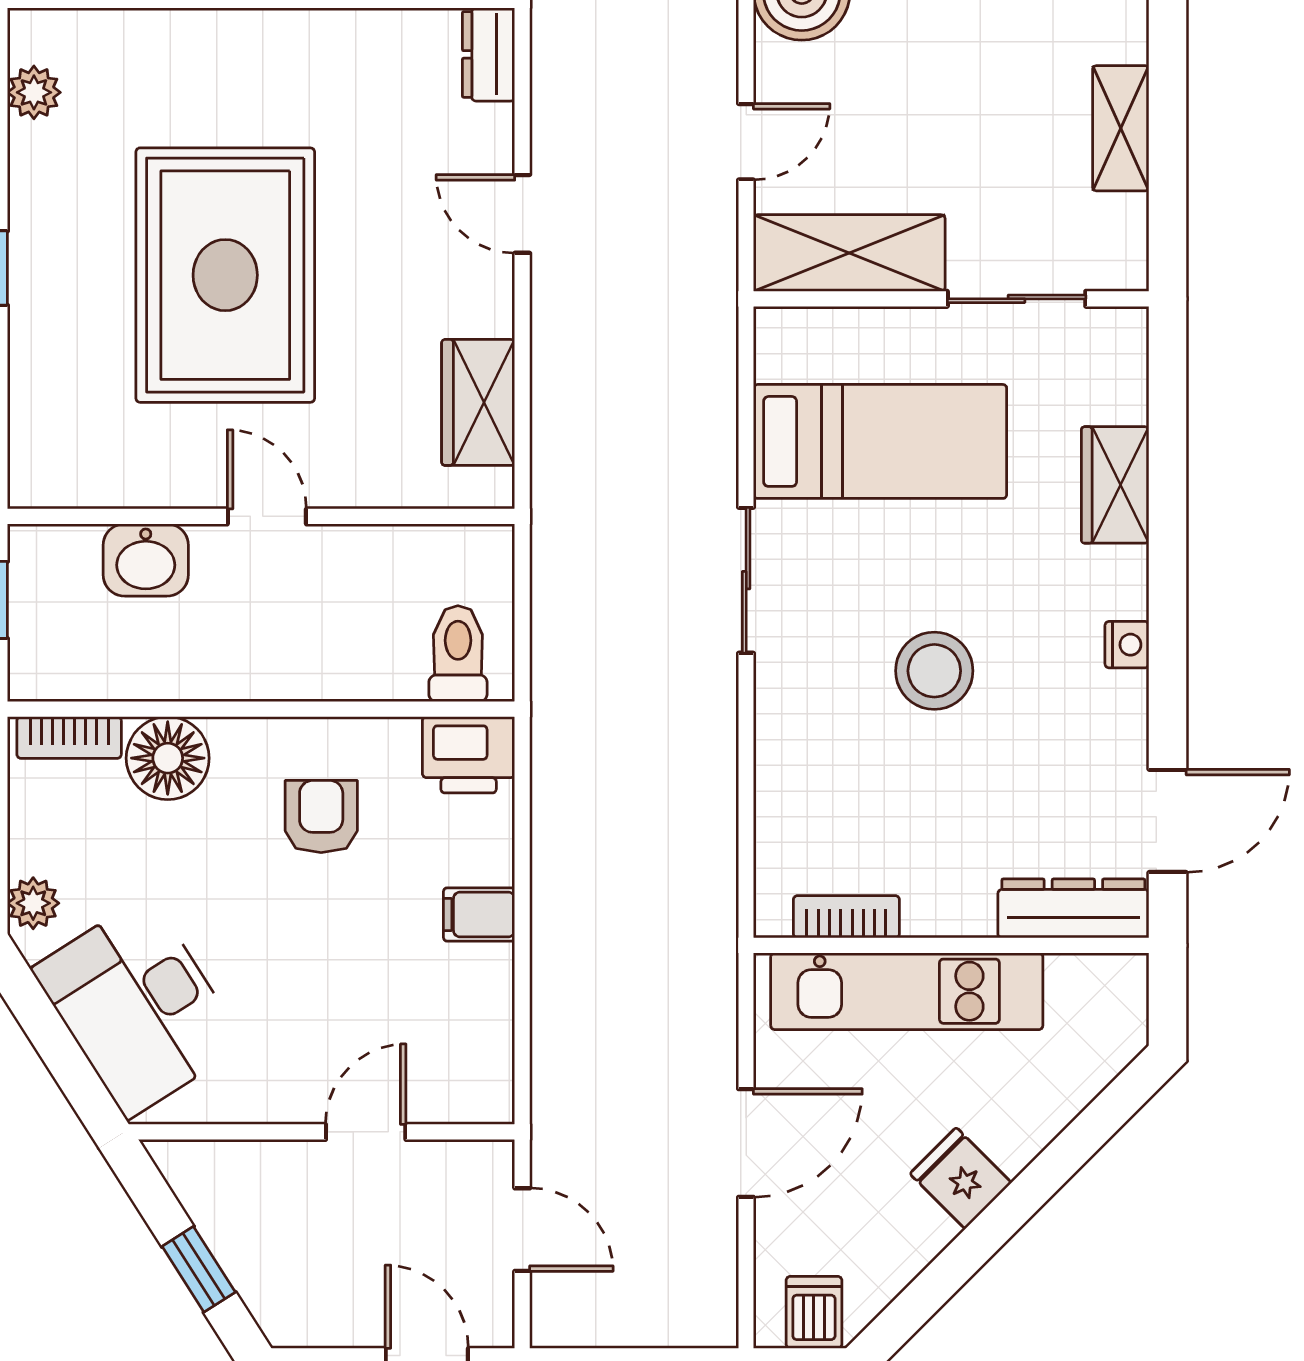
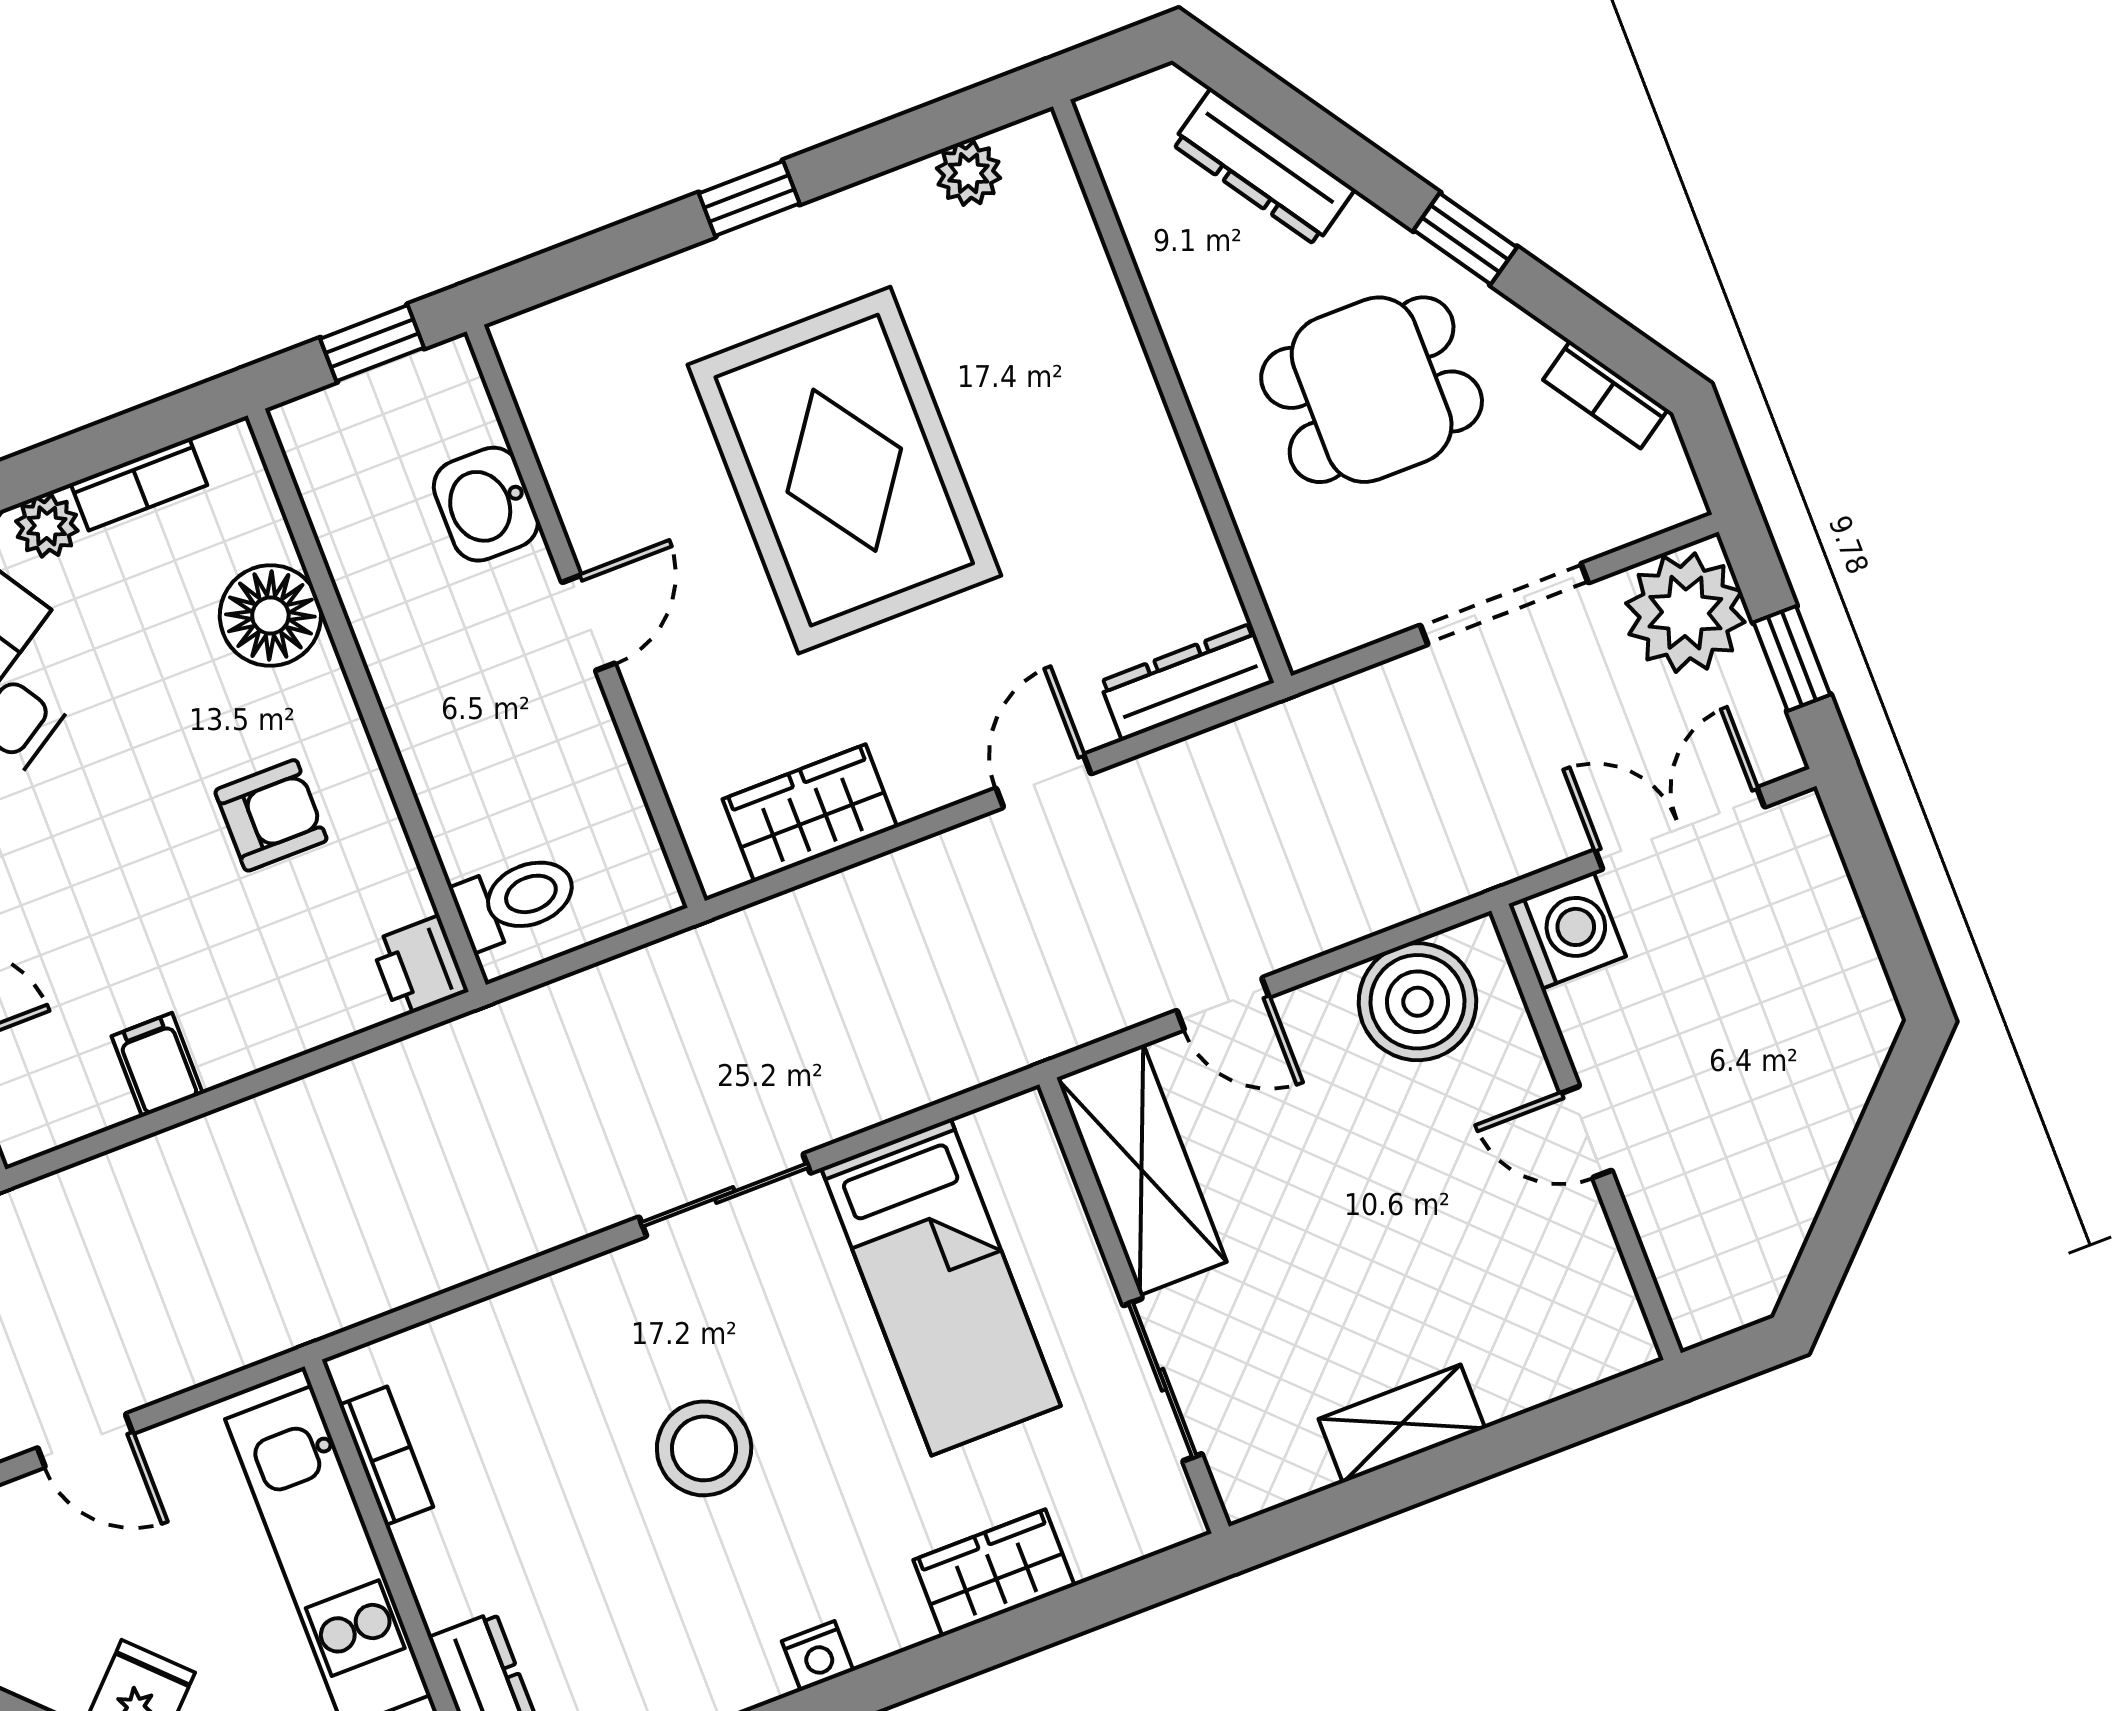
dresser: (489, 54) -> (1187, 682), width x1.44
rug: (225, 275) -> (844, 470), turned 90
bookcase: (69, 737) -> (139, 484), moved, turned -90
printer: (469, 755) -> (419, 967), width x0.73, depth x0.81
filing cabinet: (479, 915) -> (157, 1065), moved
door: (746, 1143) -> (85, 1441), width x0.73

